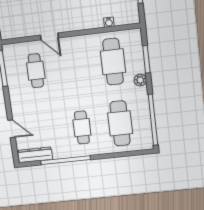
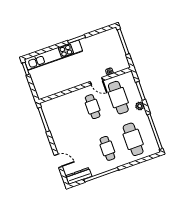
door: (49, 36) -> (97, 81), moved
cafe table: (36, 71) -> (93, 107), moved

